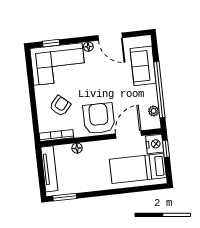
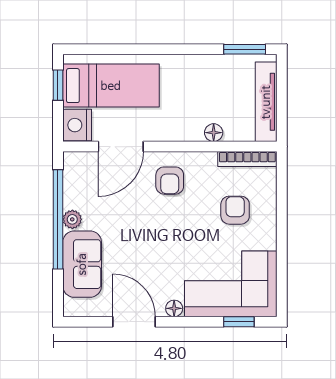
armchair: (60, 106) -> (235, 210), turned 139
plant: (154, 111) -> (72, 219), moved
armchair: (99, 118) -> (170, 181), width x0.53, depth x0.53
window: (166, 149) -> (58, 85), moved

